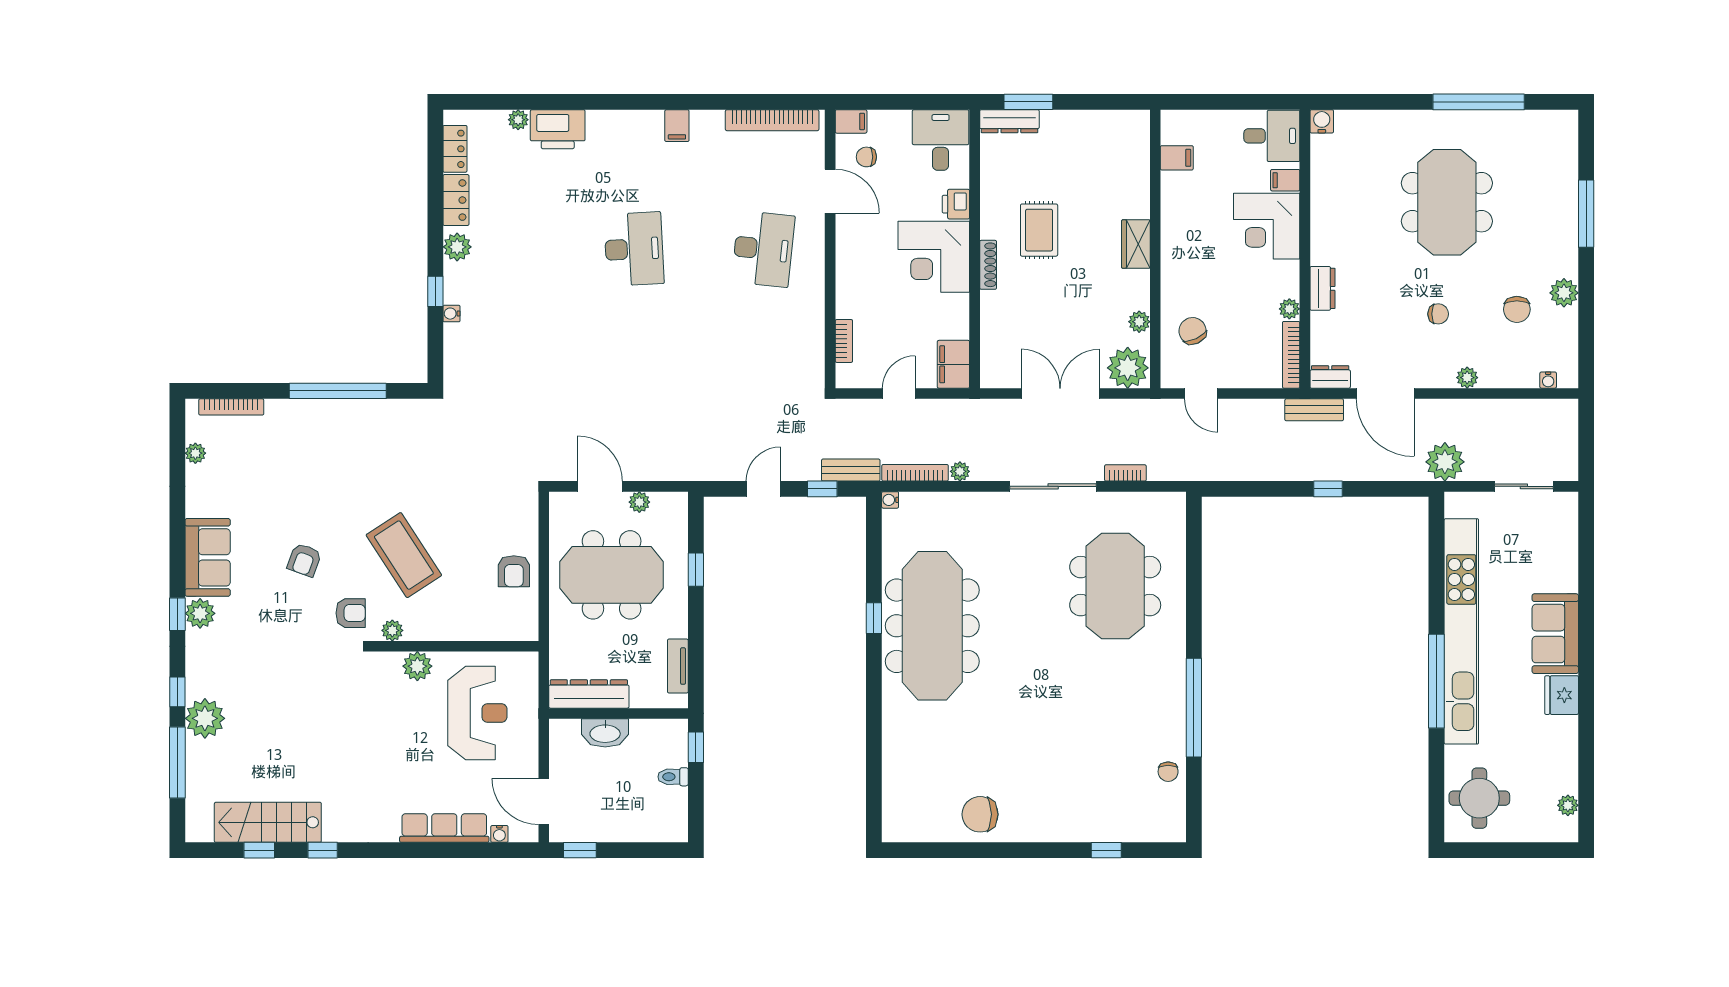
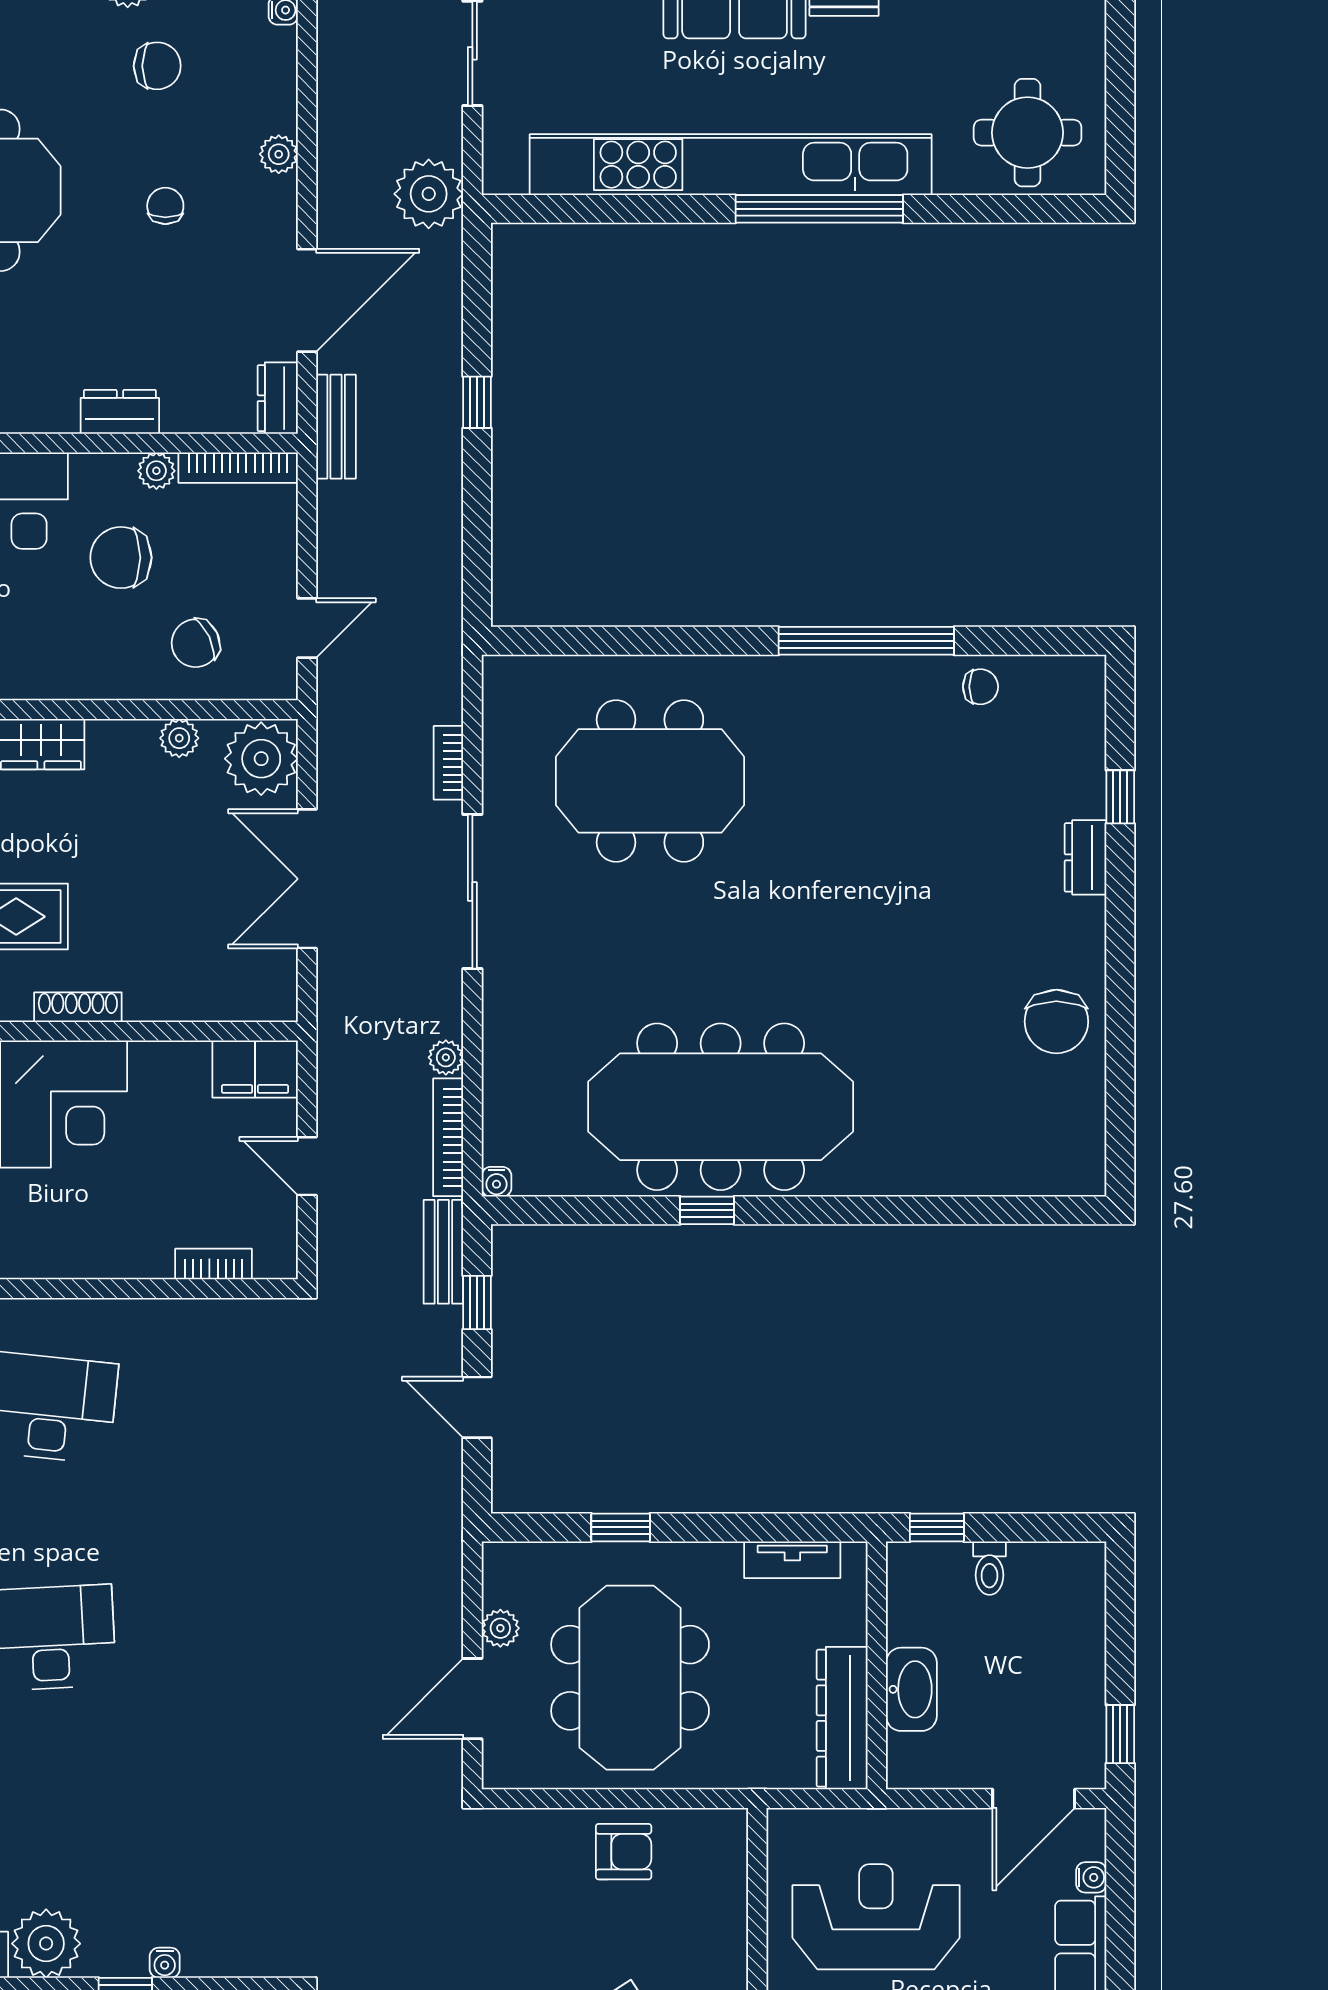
plant: (457, 247) -> (46, 1944), width x1.36, depth x1.36
chair: (1241, 289) -> (121, 558), added
dresser: (1072, 831) -> (1086, 857), added

